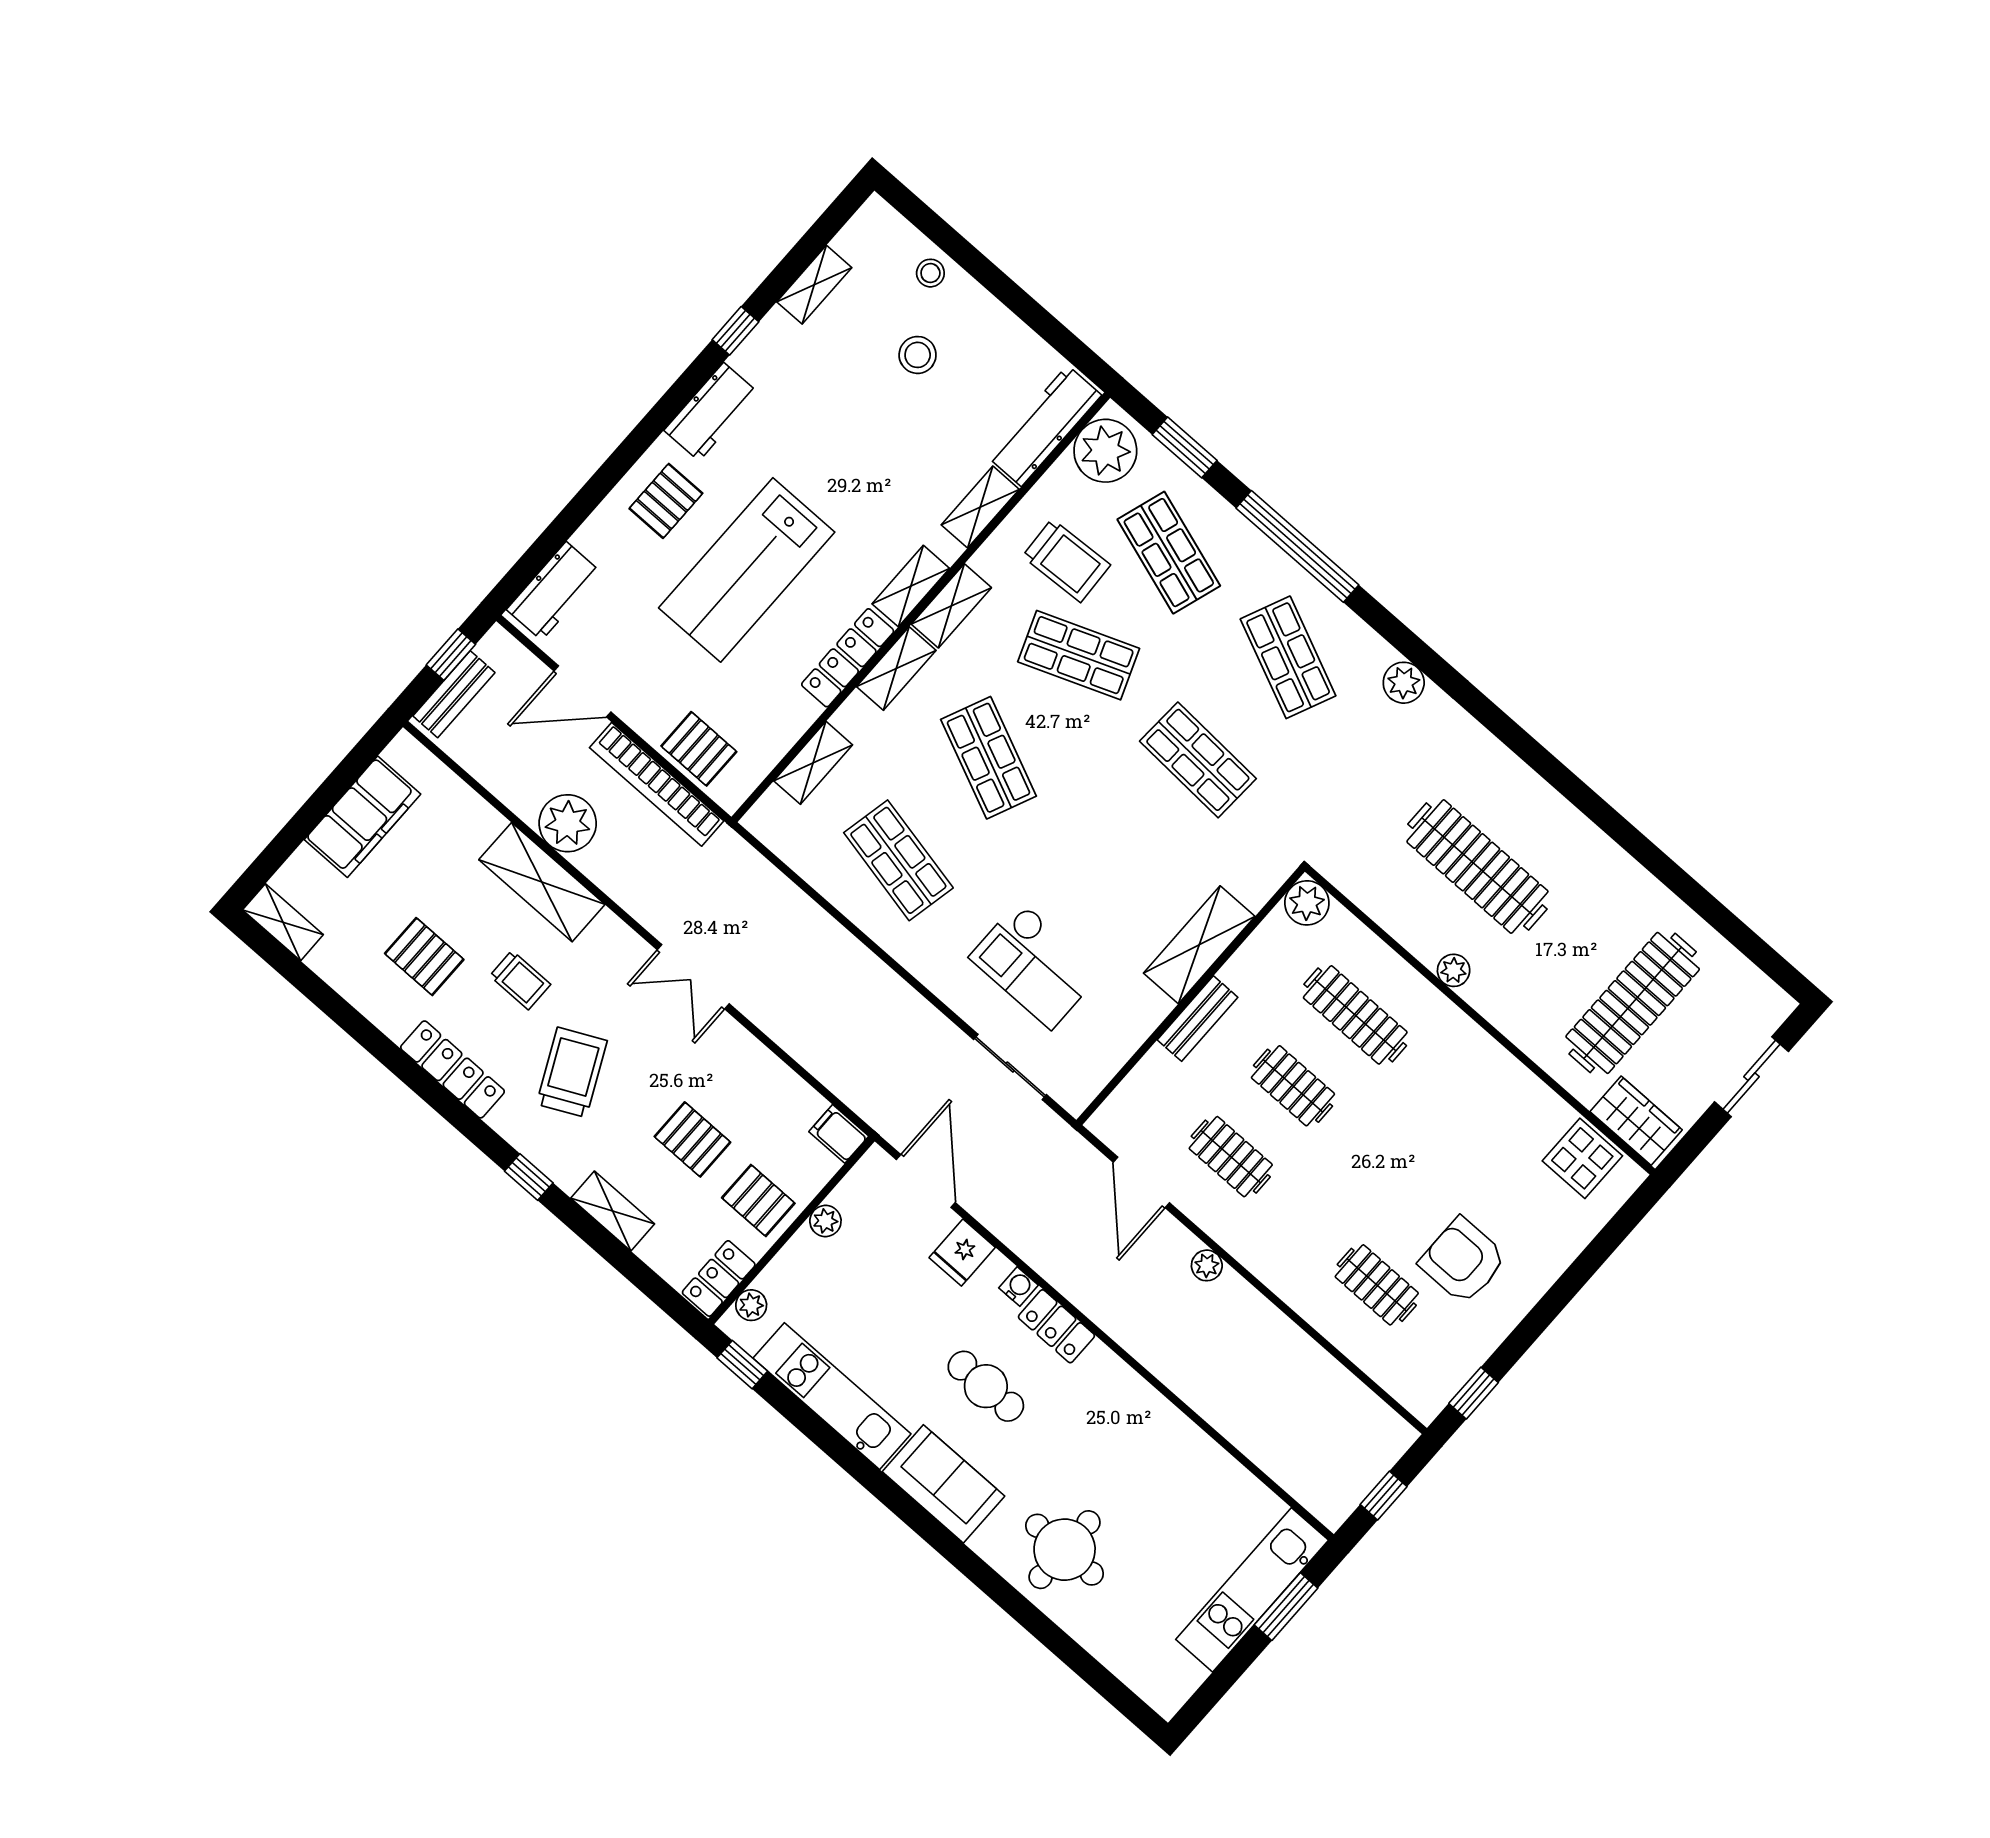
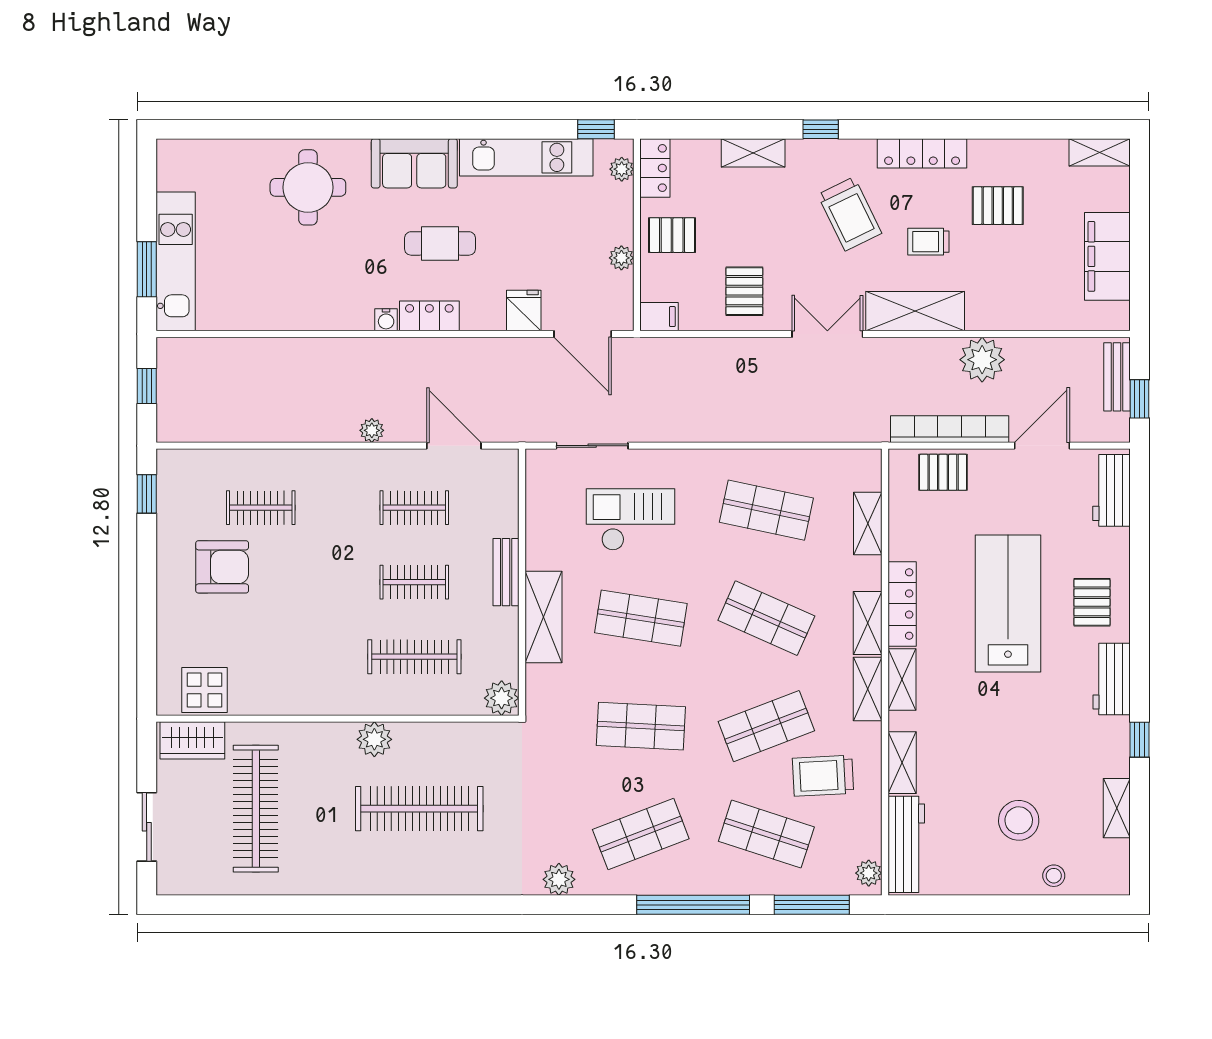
stool: (918, 355) -> (1019, 820), width x1.38, depth x1.38
window: (1185, 447) -> (812, 905), width x1.44
plant: (1105, 451) -> (869, 873), width x0.53, depth x0.53
shop shelf: (1288, 657) -> (641, 834), turned -45
shop shelf: (1108, 863) -> (641, 618), added
shelving: (542, 882) -> (915, 311), moved
plant: (1454, 970) -> (374, 739), width x1.38, depth x1.38
pallet: (692, 1139) -> (744, 291), moved, turned 90
water cooler: (1018, 1286) -> (386, 320), moved

